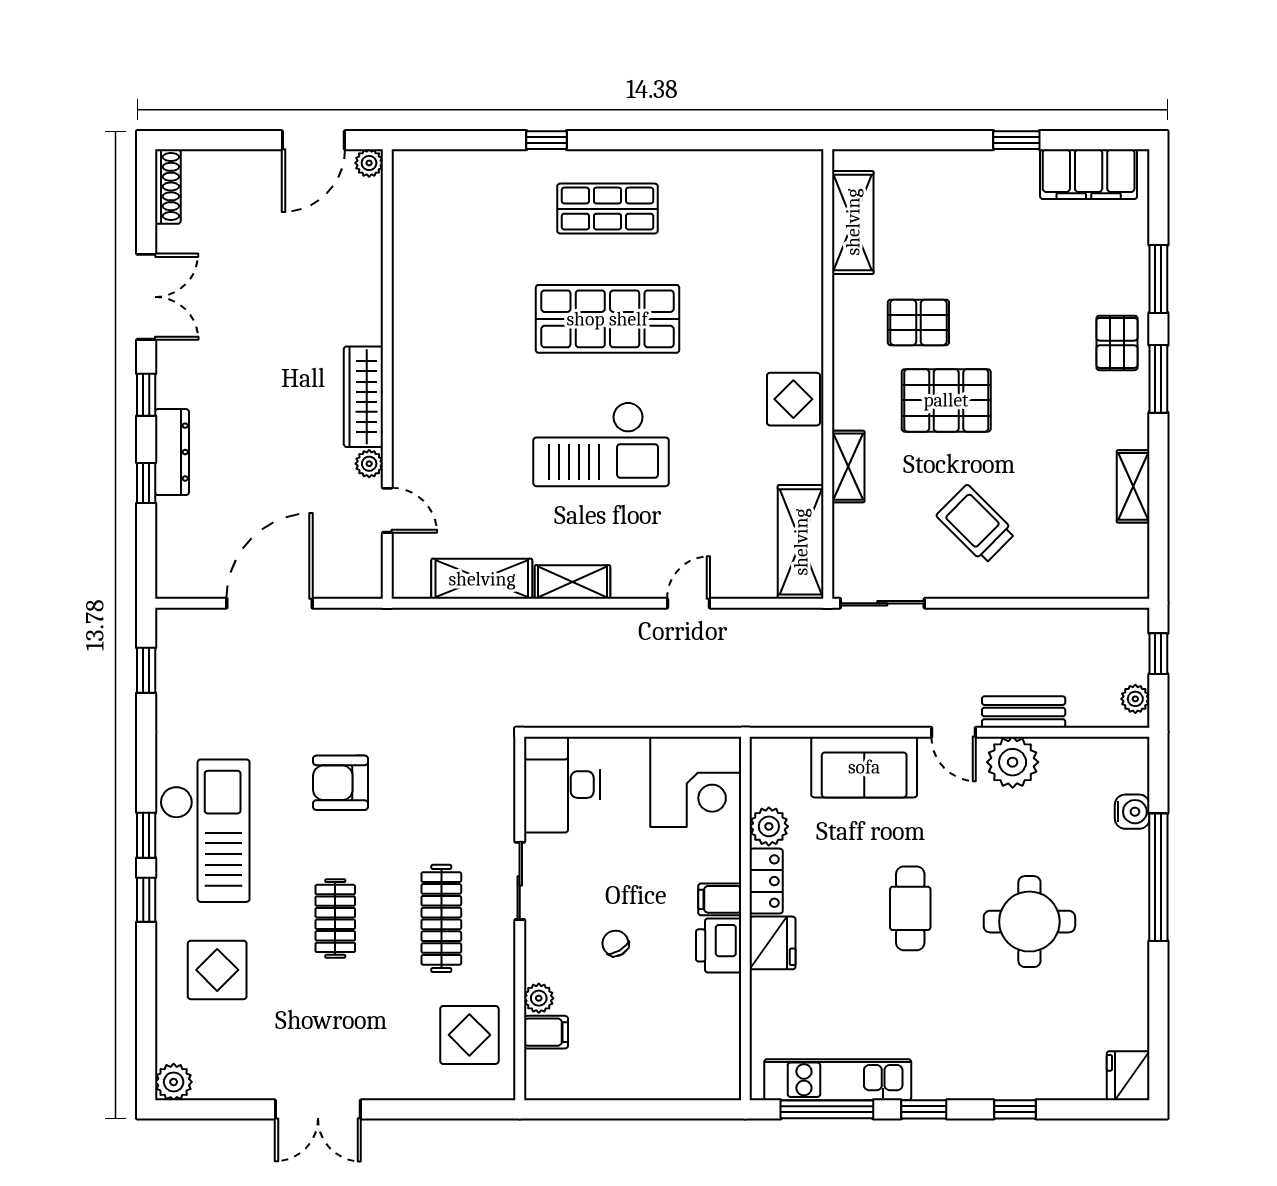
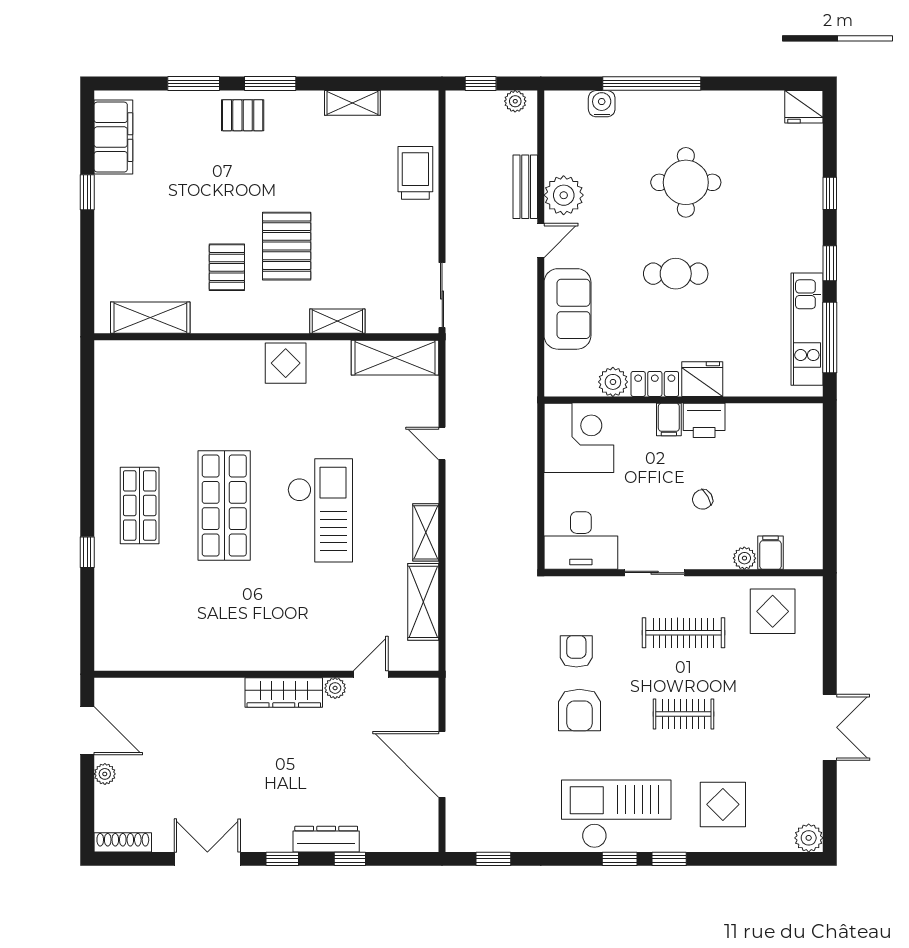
plant: (369, 163) -> (105, 774), moved
trolley: (976, 524) -> (415, 173), moved, turned 135
armchair: (417, 779) -> (576, 651), added

